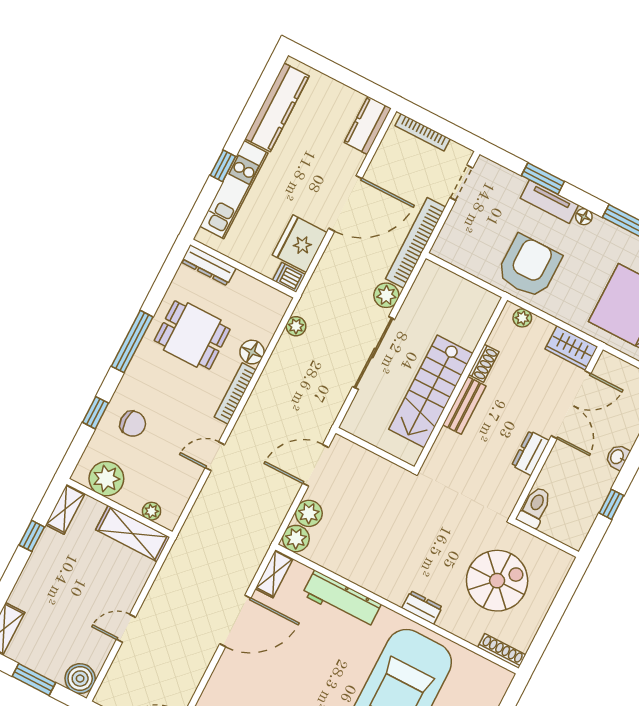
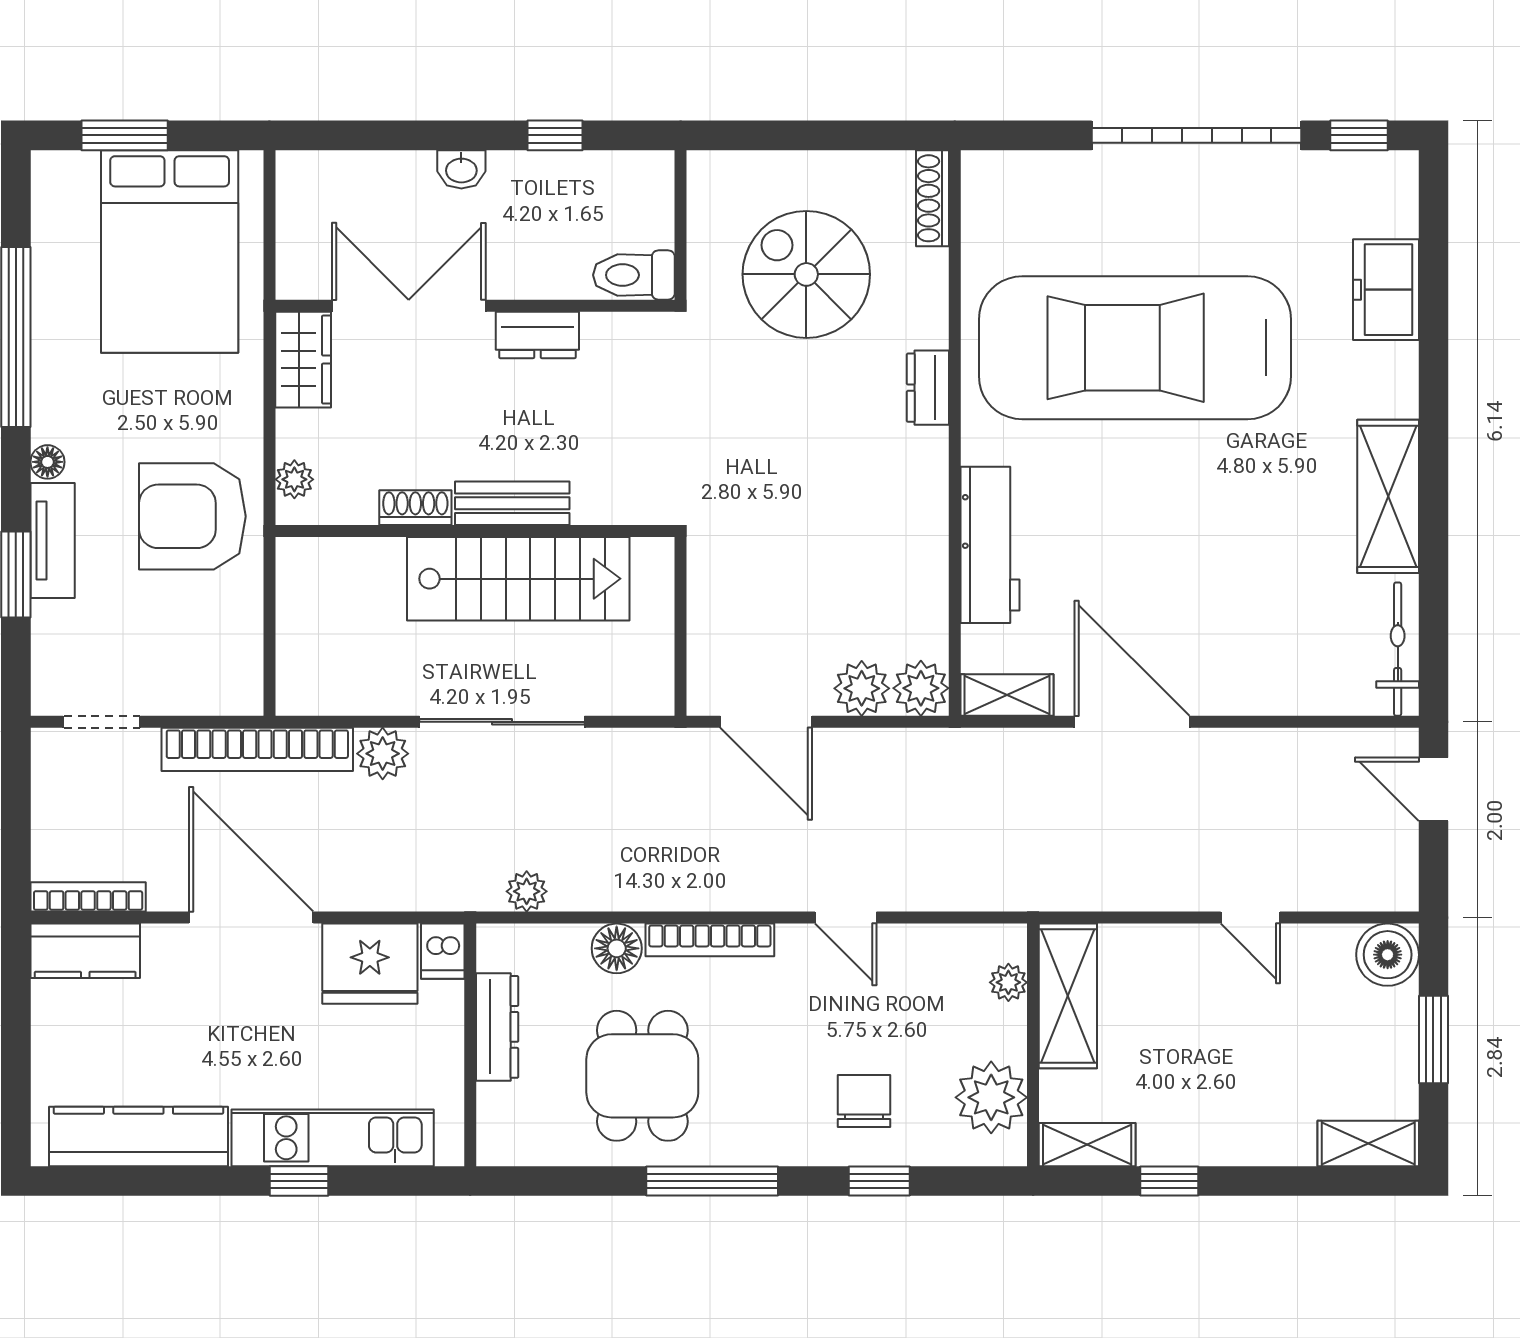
bookcase: (423, 132) -> (88, 897), moved, turned -90
dresser: (209, 265) -> (497, 1027), moved

